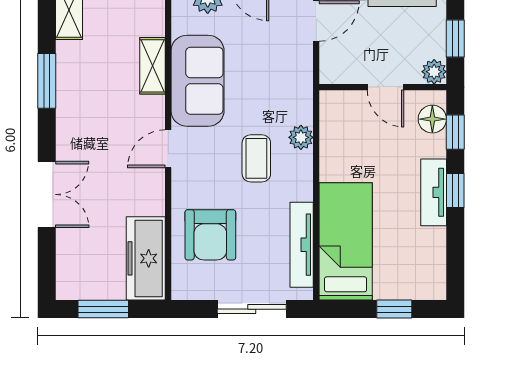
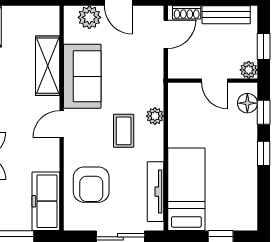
shelving: (152, 66) -> (48, 66), width x1.50, depth x1.33
tv unit: (434, 192) -> (248, 155), removed

